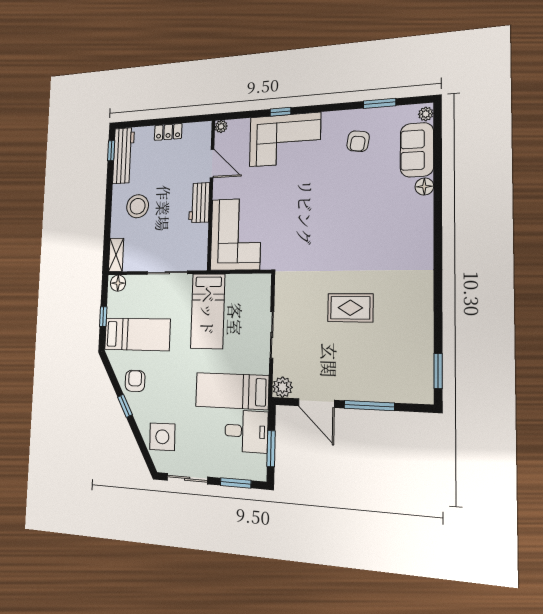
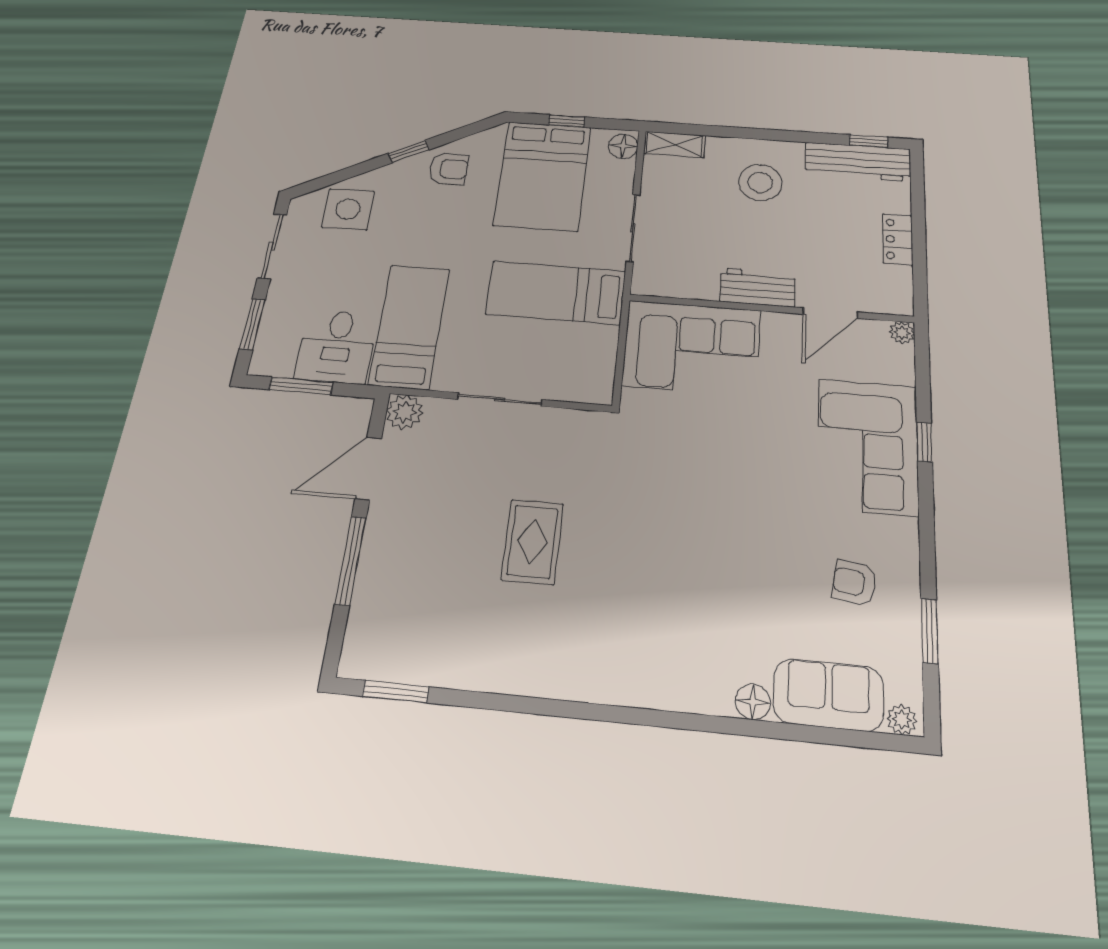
bed: (137, 334) -> (543, 176), width x1.50

